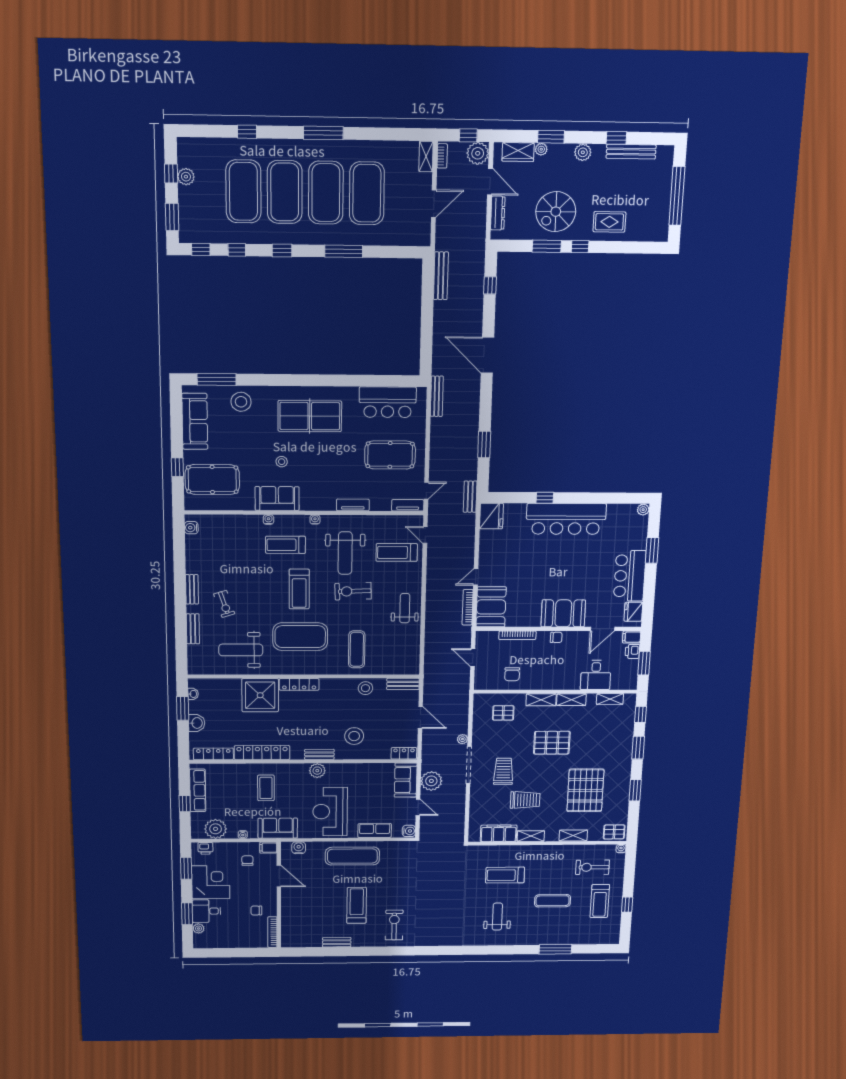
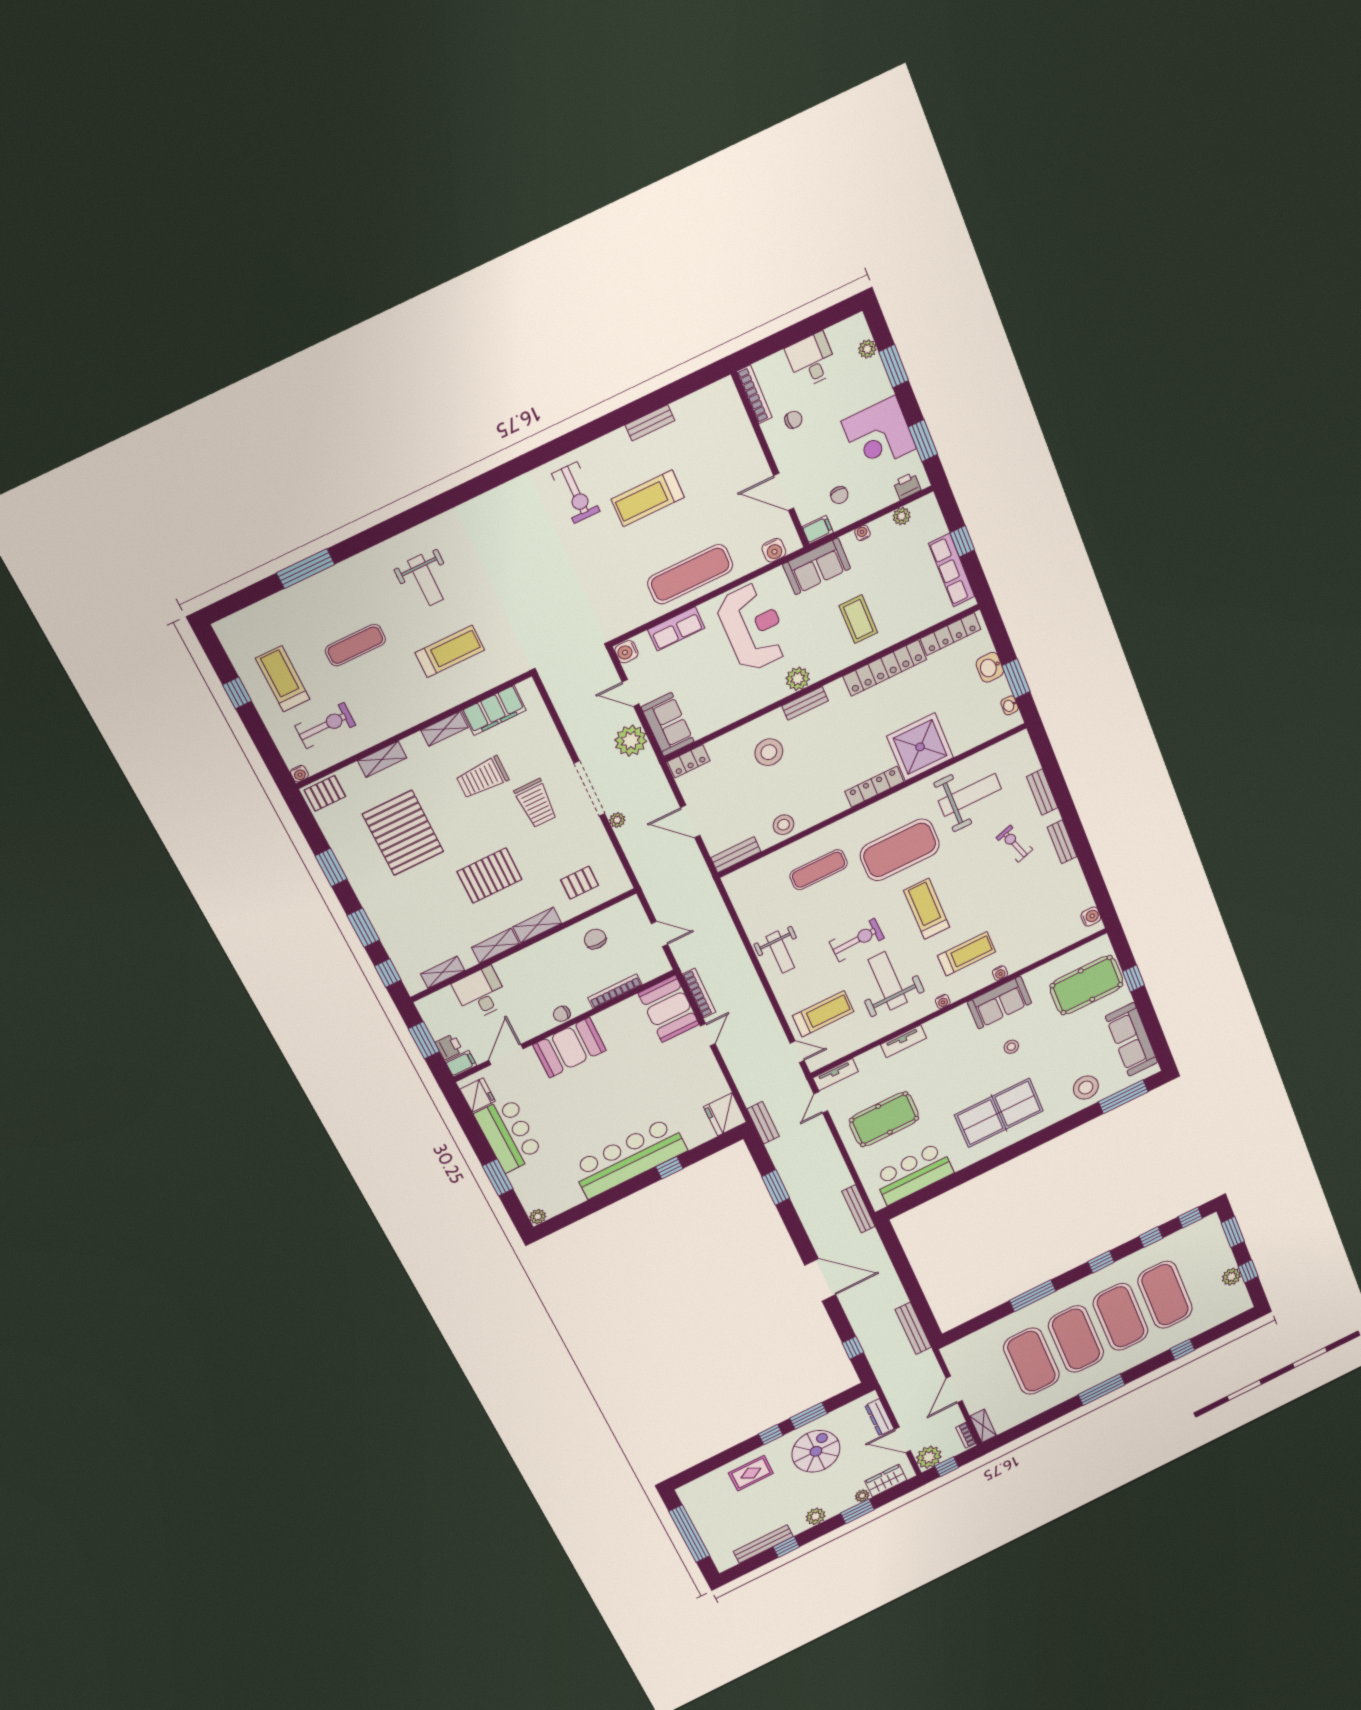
exercise mat: (357, 649) -> (819, 870), turned 90
plant: (216, 829) -> (902, 516), width x0.53, depth x0.53
treadmill: (357, 905) -> (648, 498), turned 90
desk: (206, 911) -> (812, 360), moved, turned -90

